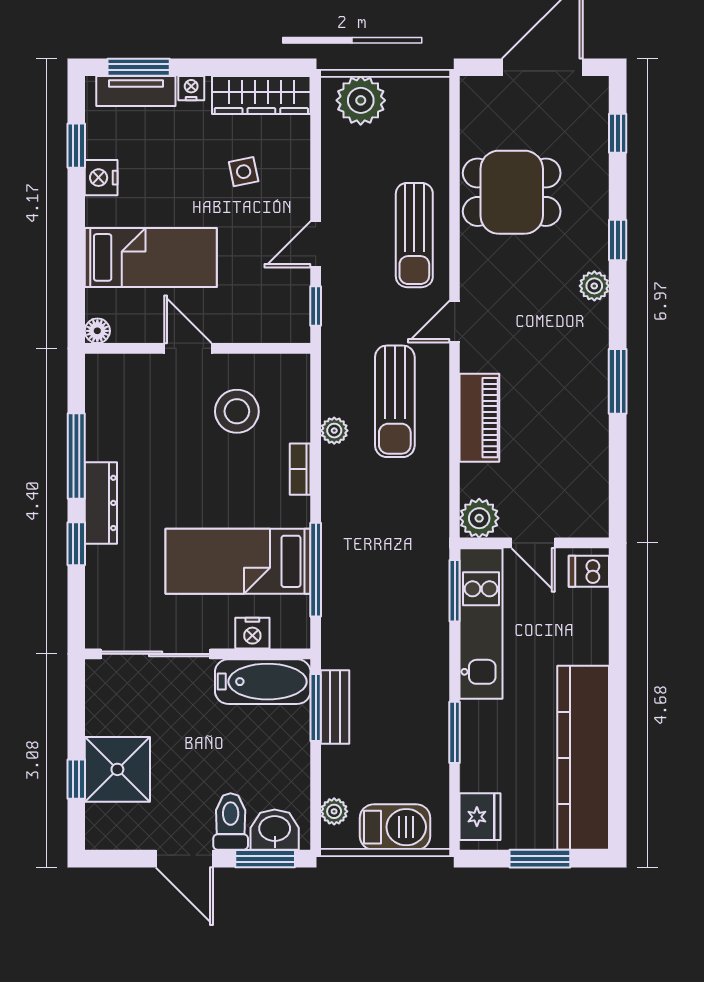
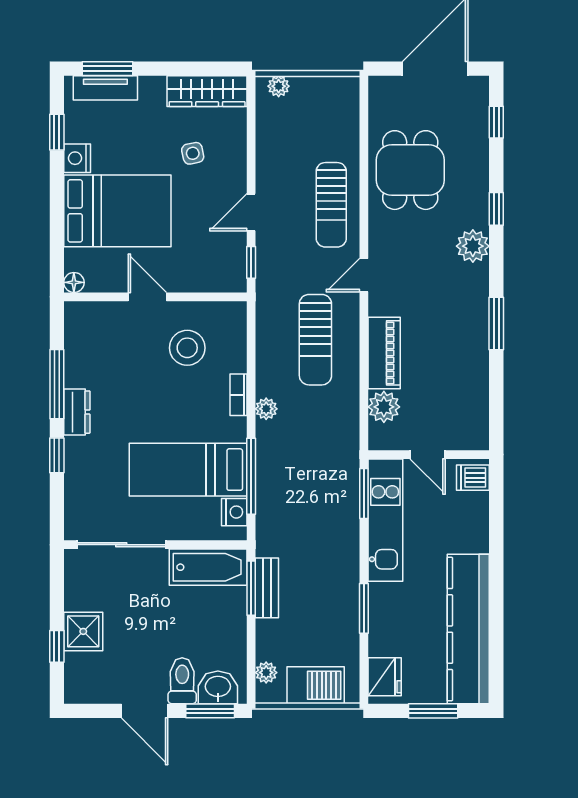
nightstand: (191, 88) -> (150, 86), removed
plant: (361, 100) -> (279, 86), width x0.53, depth x0.53
dining table: (512, 192) -> (410, 170), turned 90
bed: (151, 257) -> (117, 211), width x1.50
plant: (594, 286) -> (473, 246), width x1.38, depth x1.38
plant: (334, 431) -> (266, 409), moved
dresser: (101, 503) -> (77, 412), width x0.70
plant: (479, 518) -> (384, 407), moved
nightstand: (252, 633) -> (234, 512), moved, turned -90
shower: (117, 769) -> (83, 631), width x0.73, depth x0.73

